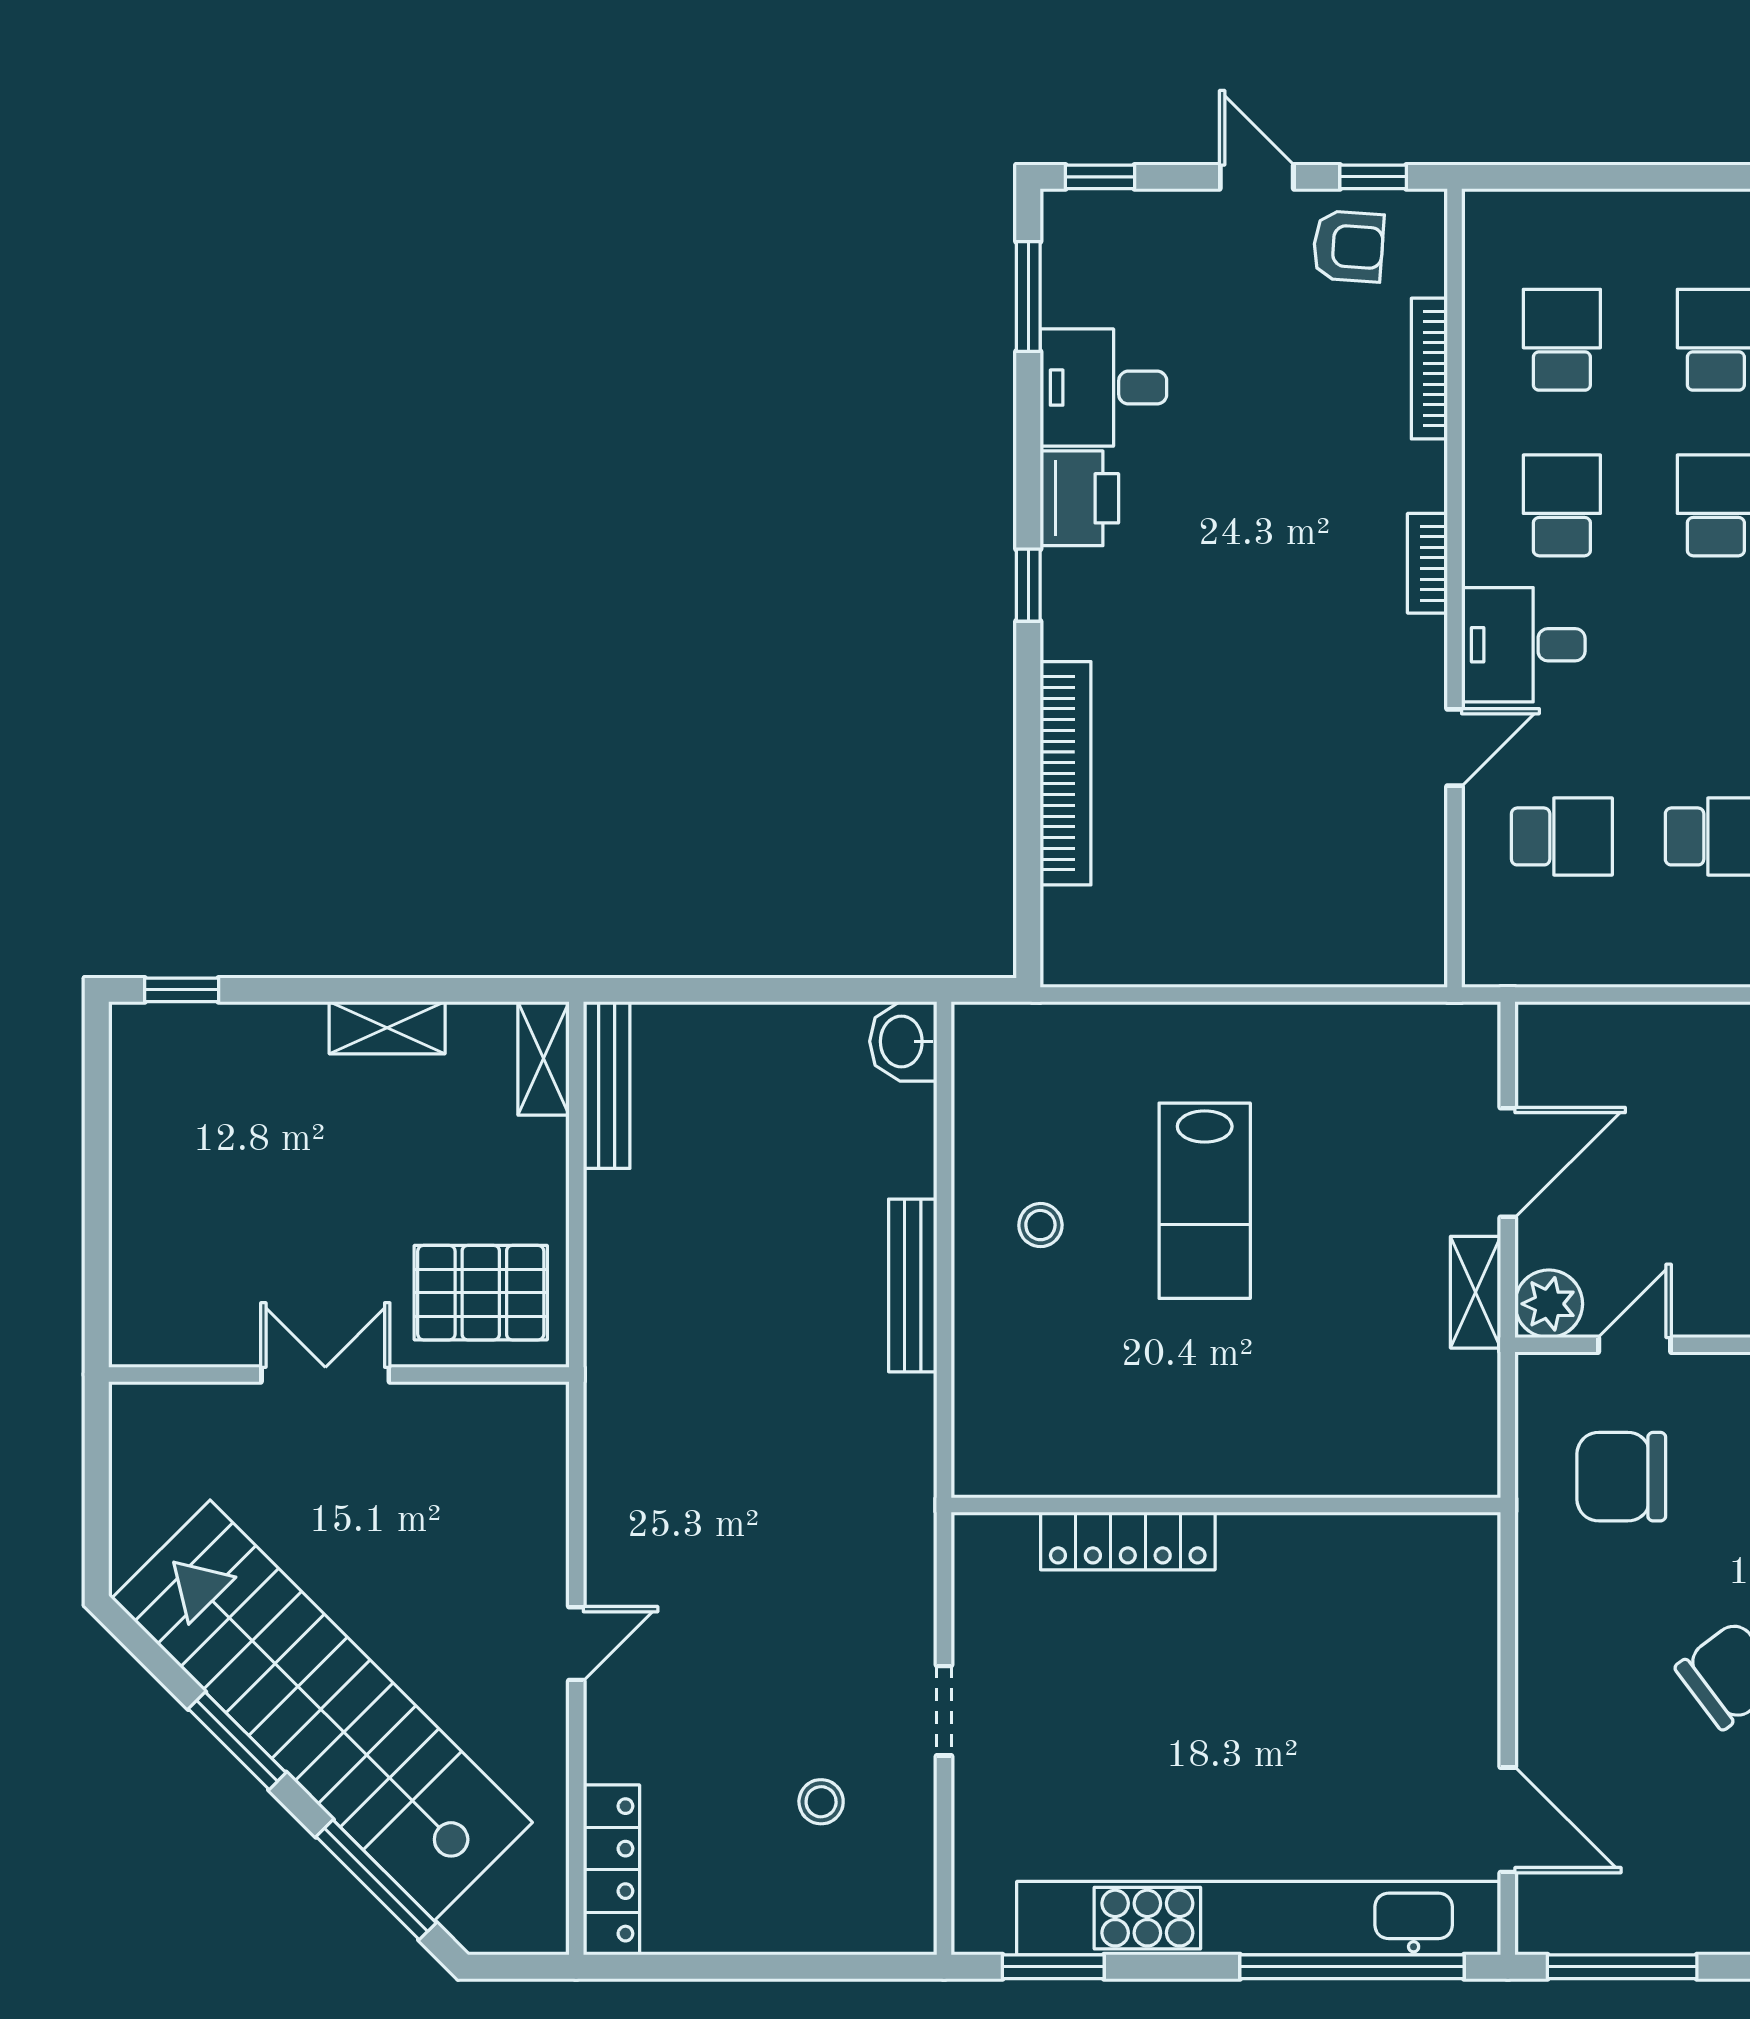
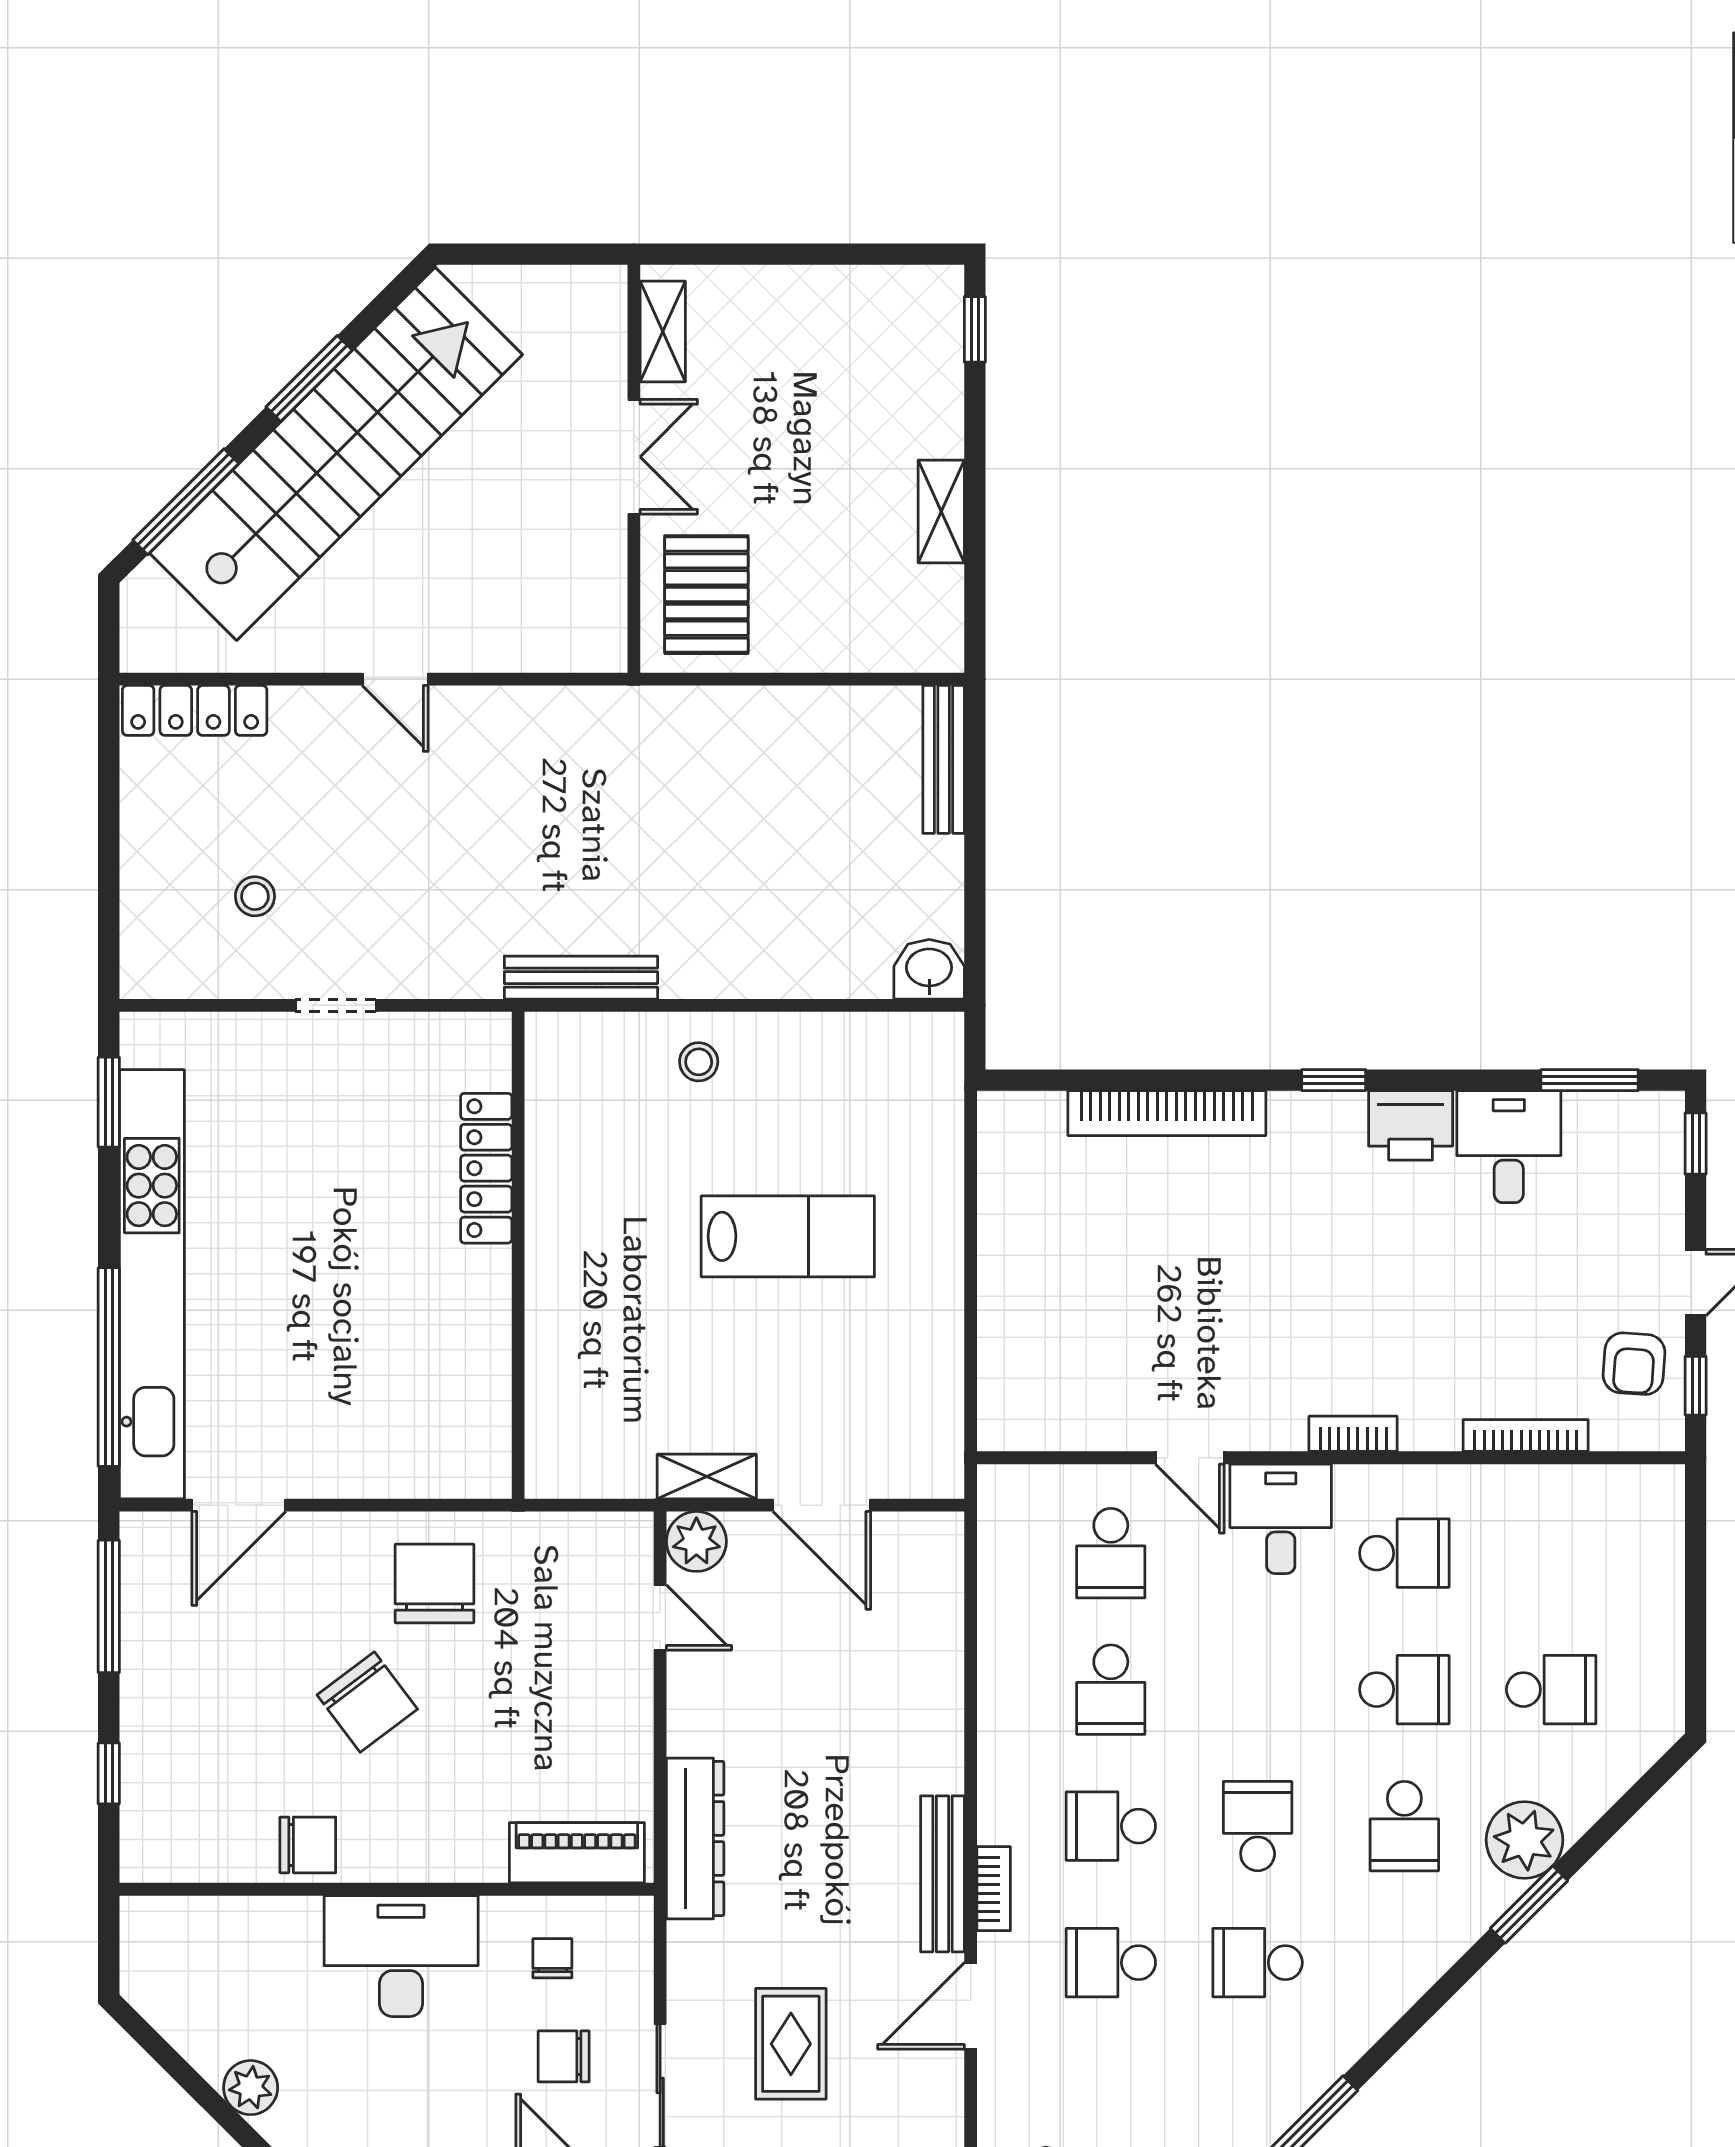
school desk: (1562, 340) -> (1551, 1553), removed
shelving: (544, 1058) -> (663, 332), moved, turned 90
bench: (607, 1085) -> (944, 759), moved, turned 90
lab bench: (1205, 1201) -> (788, 1236), turned 180
stool: (1040, 1225) -> (699, 1062), moved
bench: (913, 1285) -> (581, 978), moved
chair: (1621, 1477) -> (434, 1583), moved

